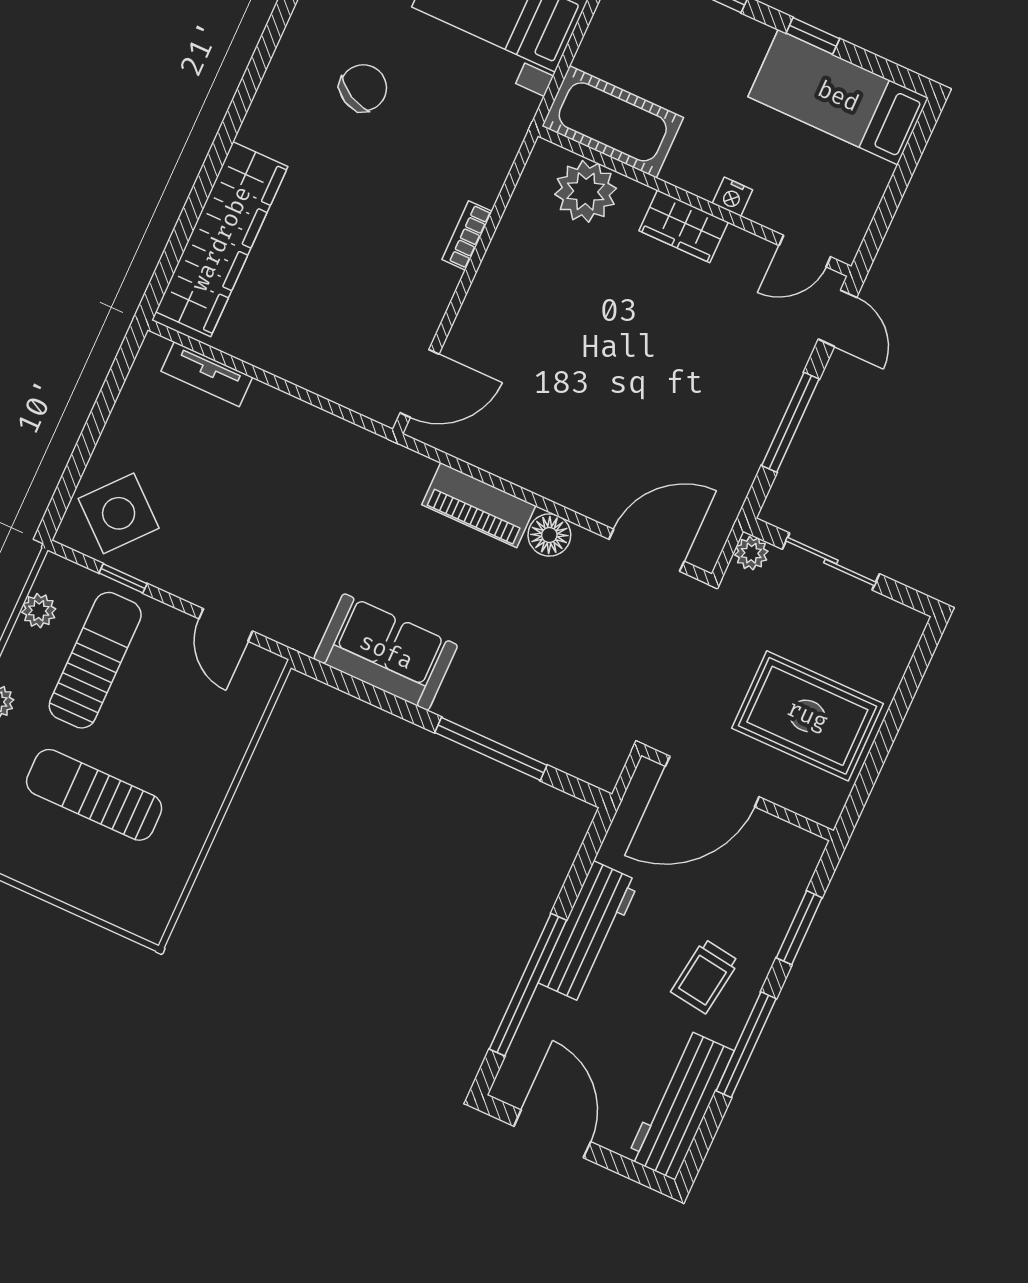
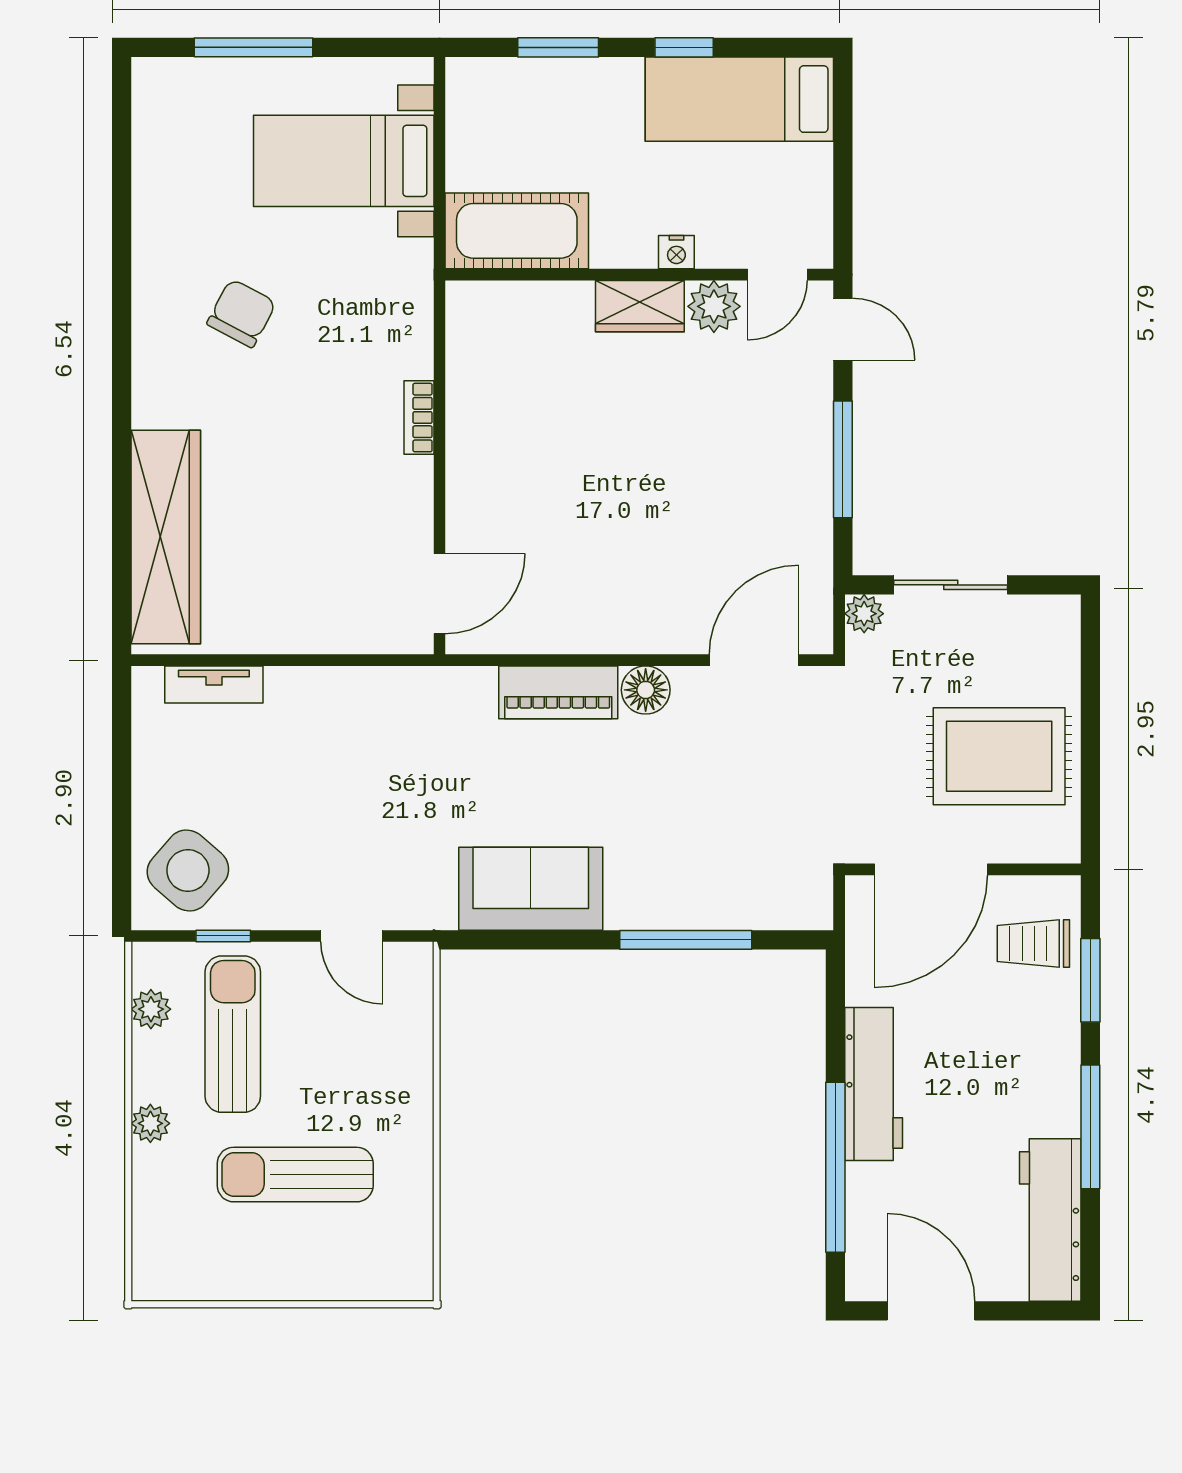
plant: (586, 191) -> (714, 306), moved, width x0.73, depth x0.73
trolley: (705, 976) -> (1033, 943), moved, turned 82

